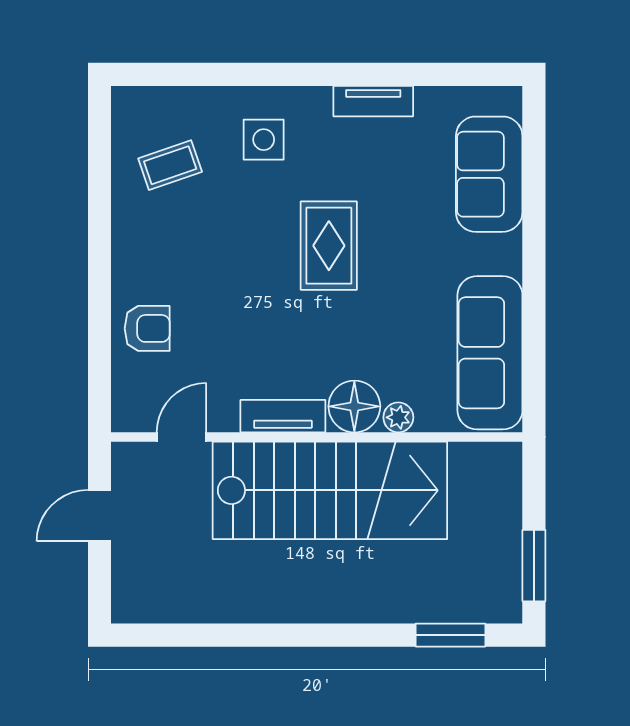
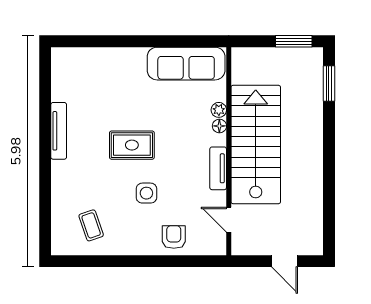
tv unit: (373, 101) -> (59, 131), width x1.41
side table: (264, 140) -> (146, 193), moved
sofa: (489, 174) -> (96, 64), removed
floor lamp: (354, 406) -> (219, 126), width x0.53, depth x0.53
door: (100, 516) -> (285, 261), moved

